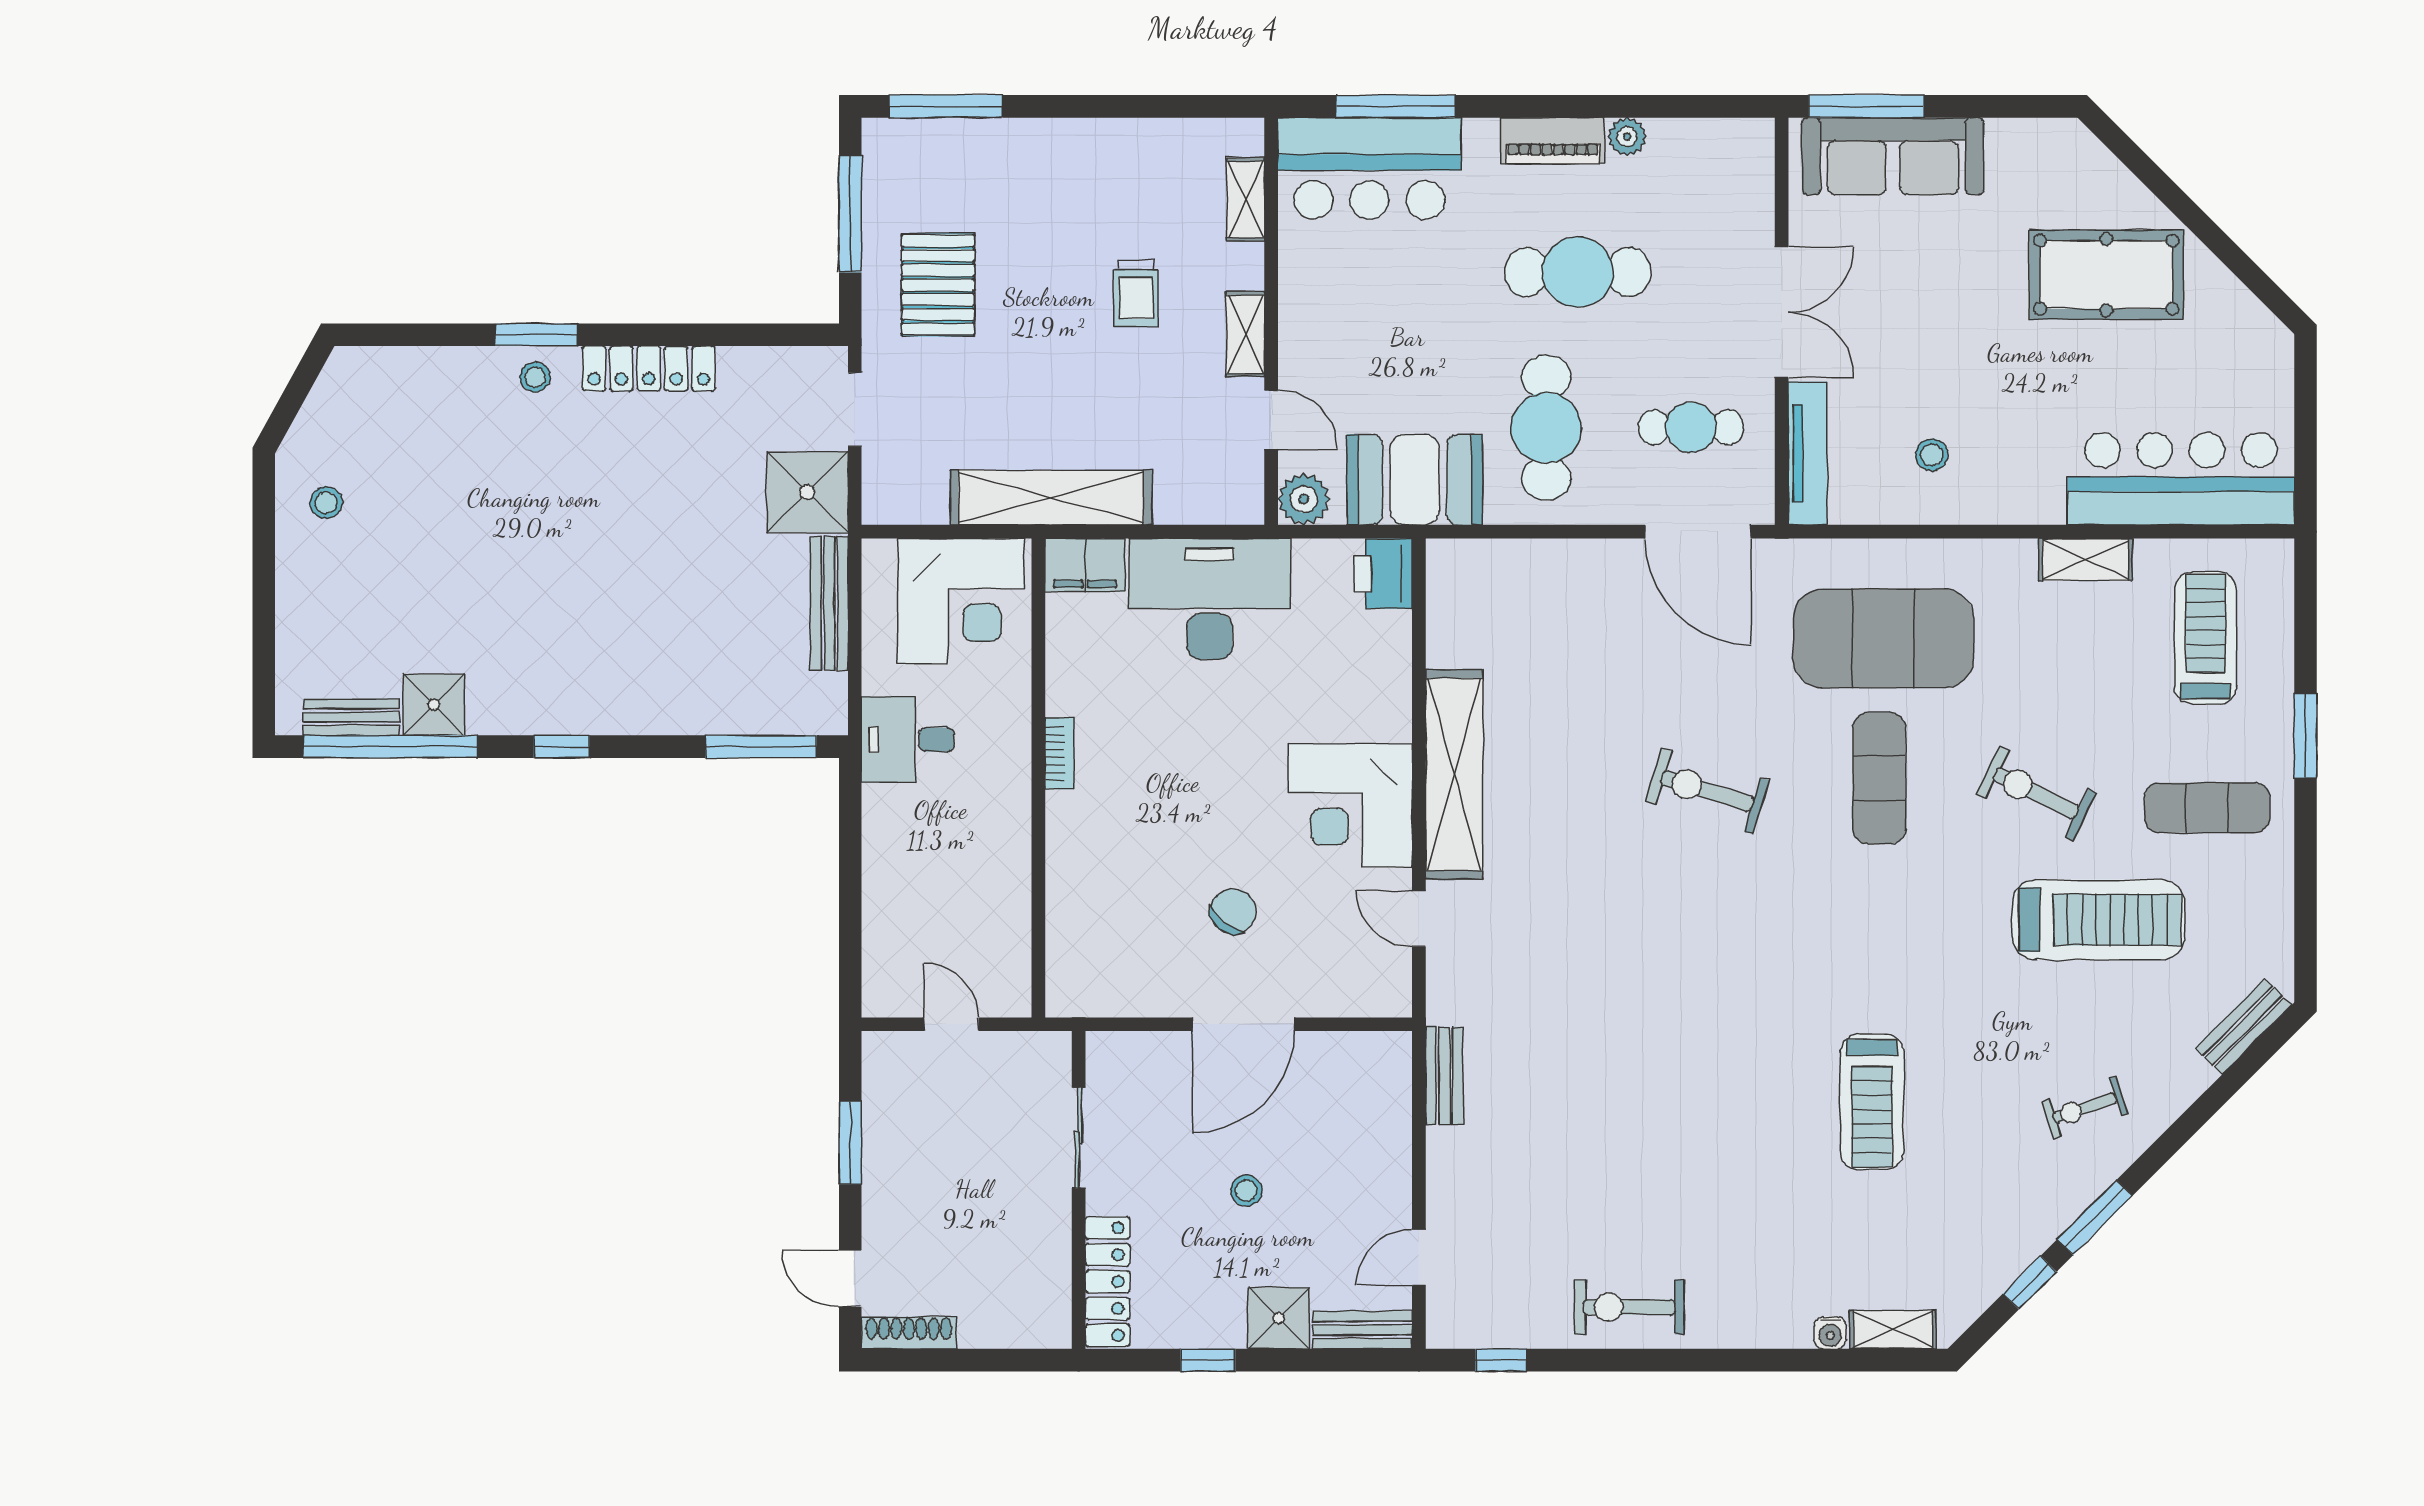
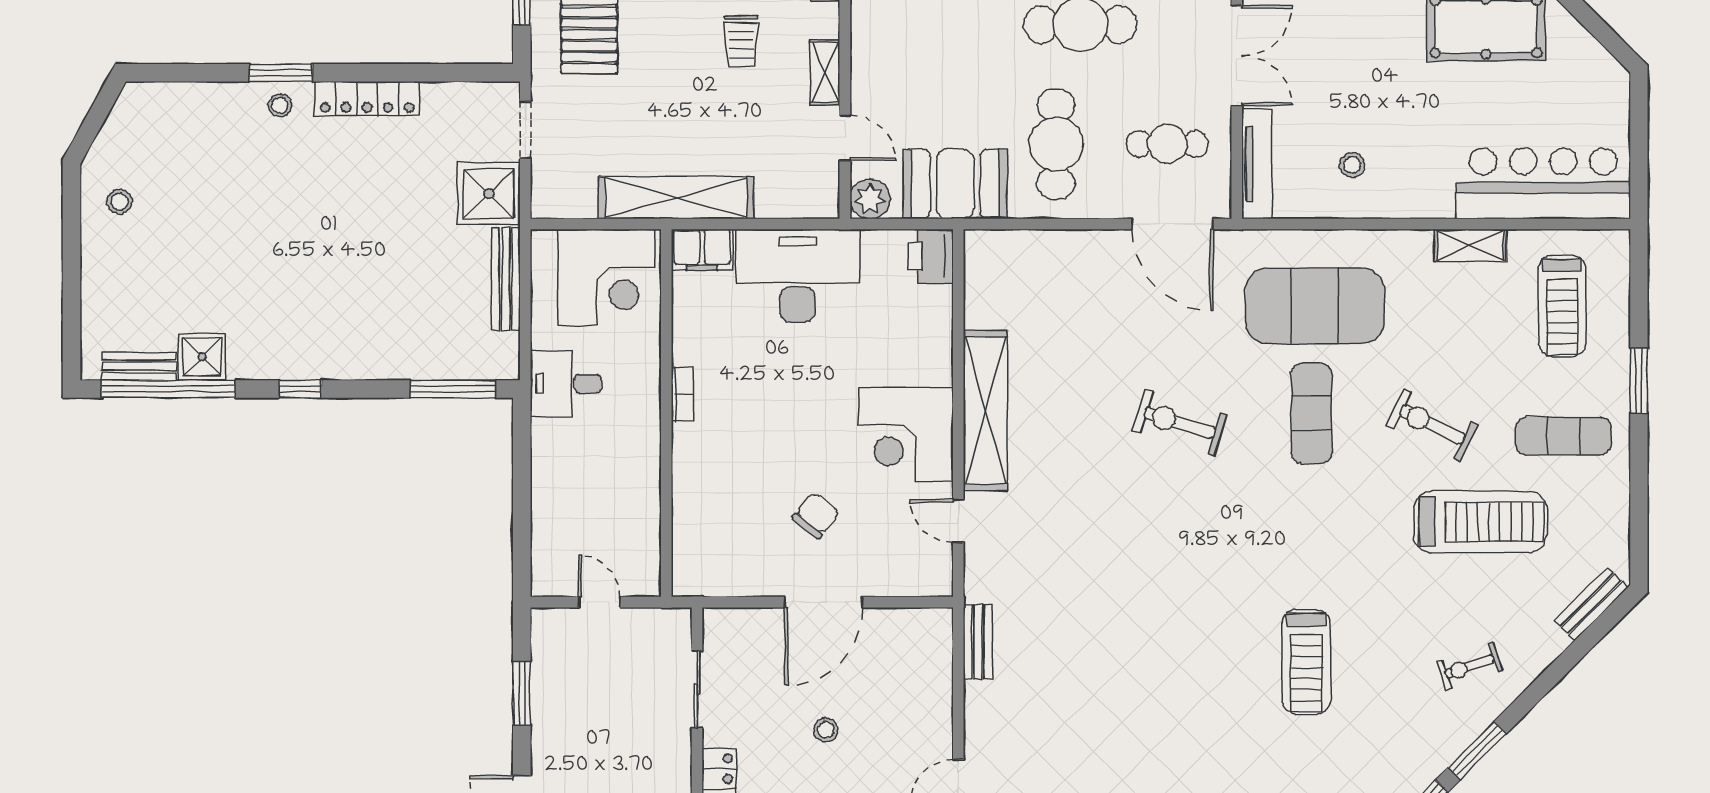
treadmill: (2206, 638) -> (1562, 306), turned 180

